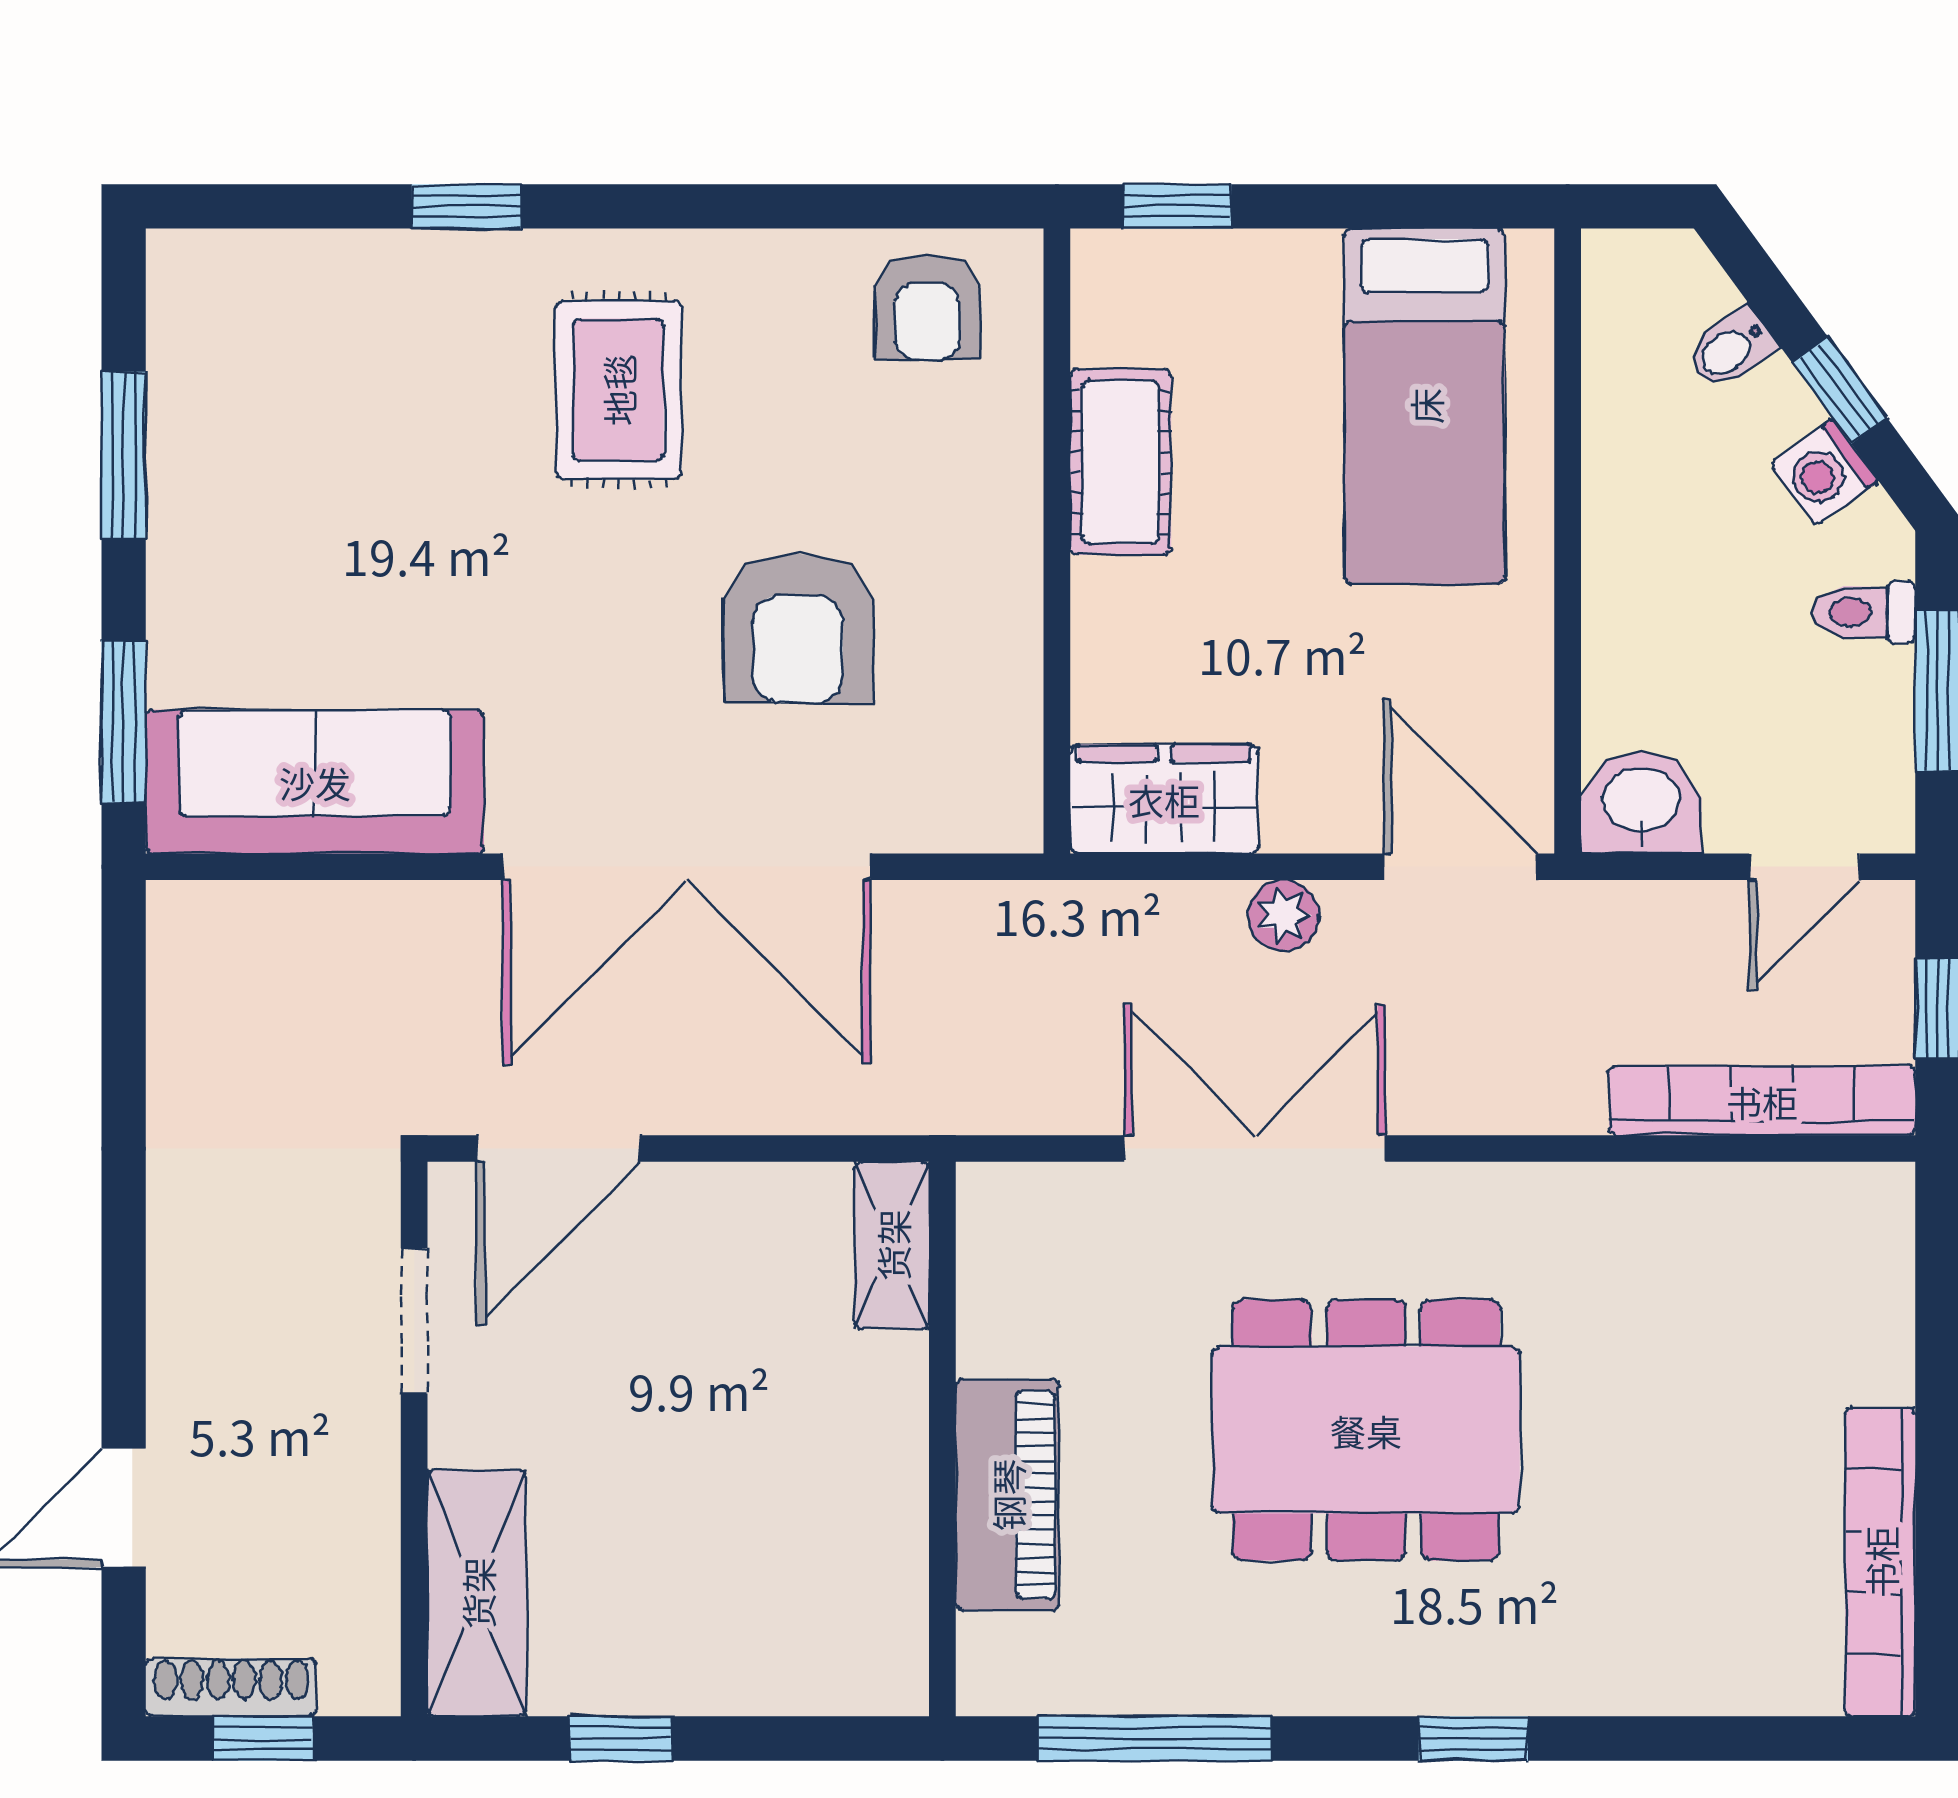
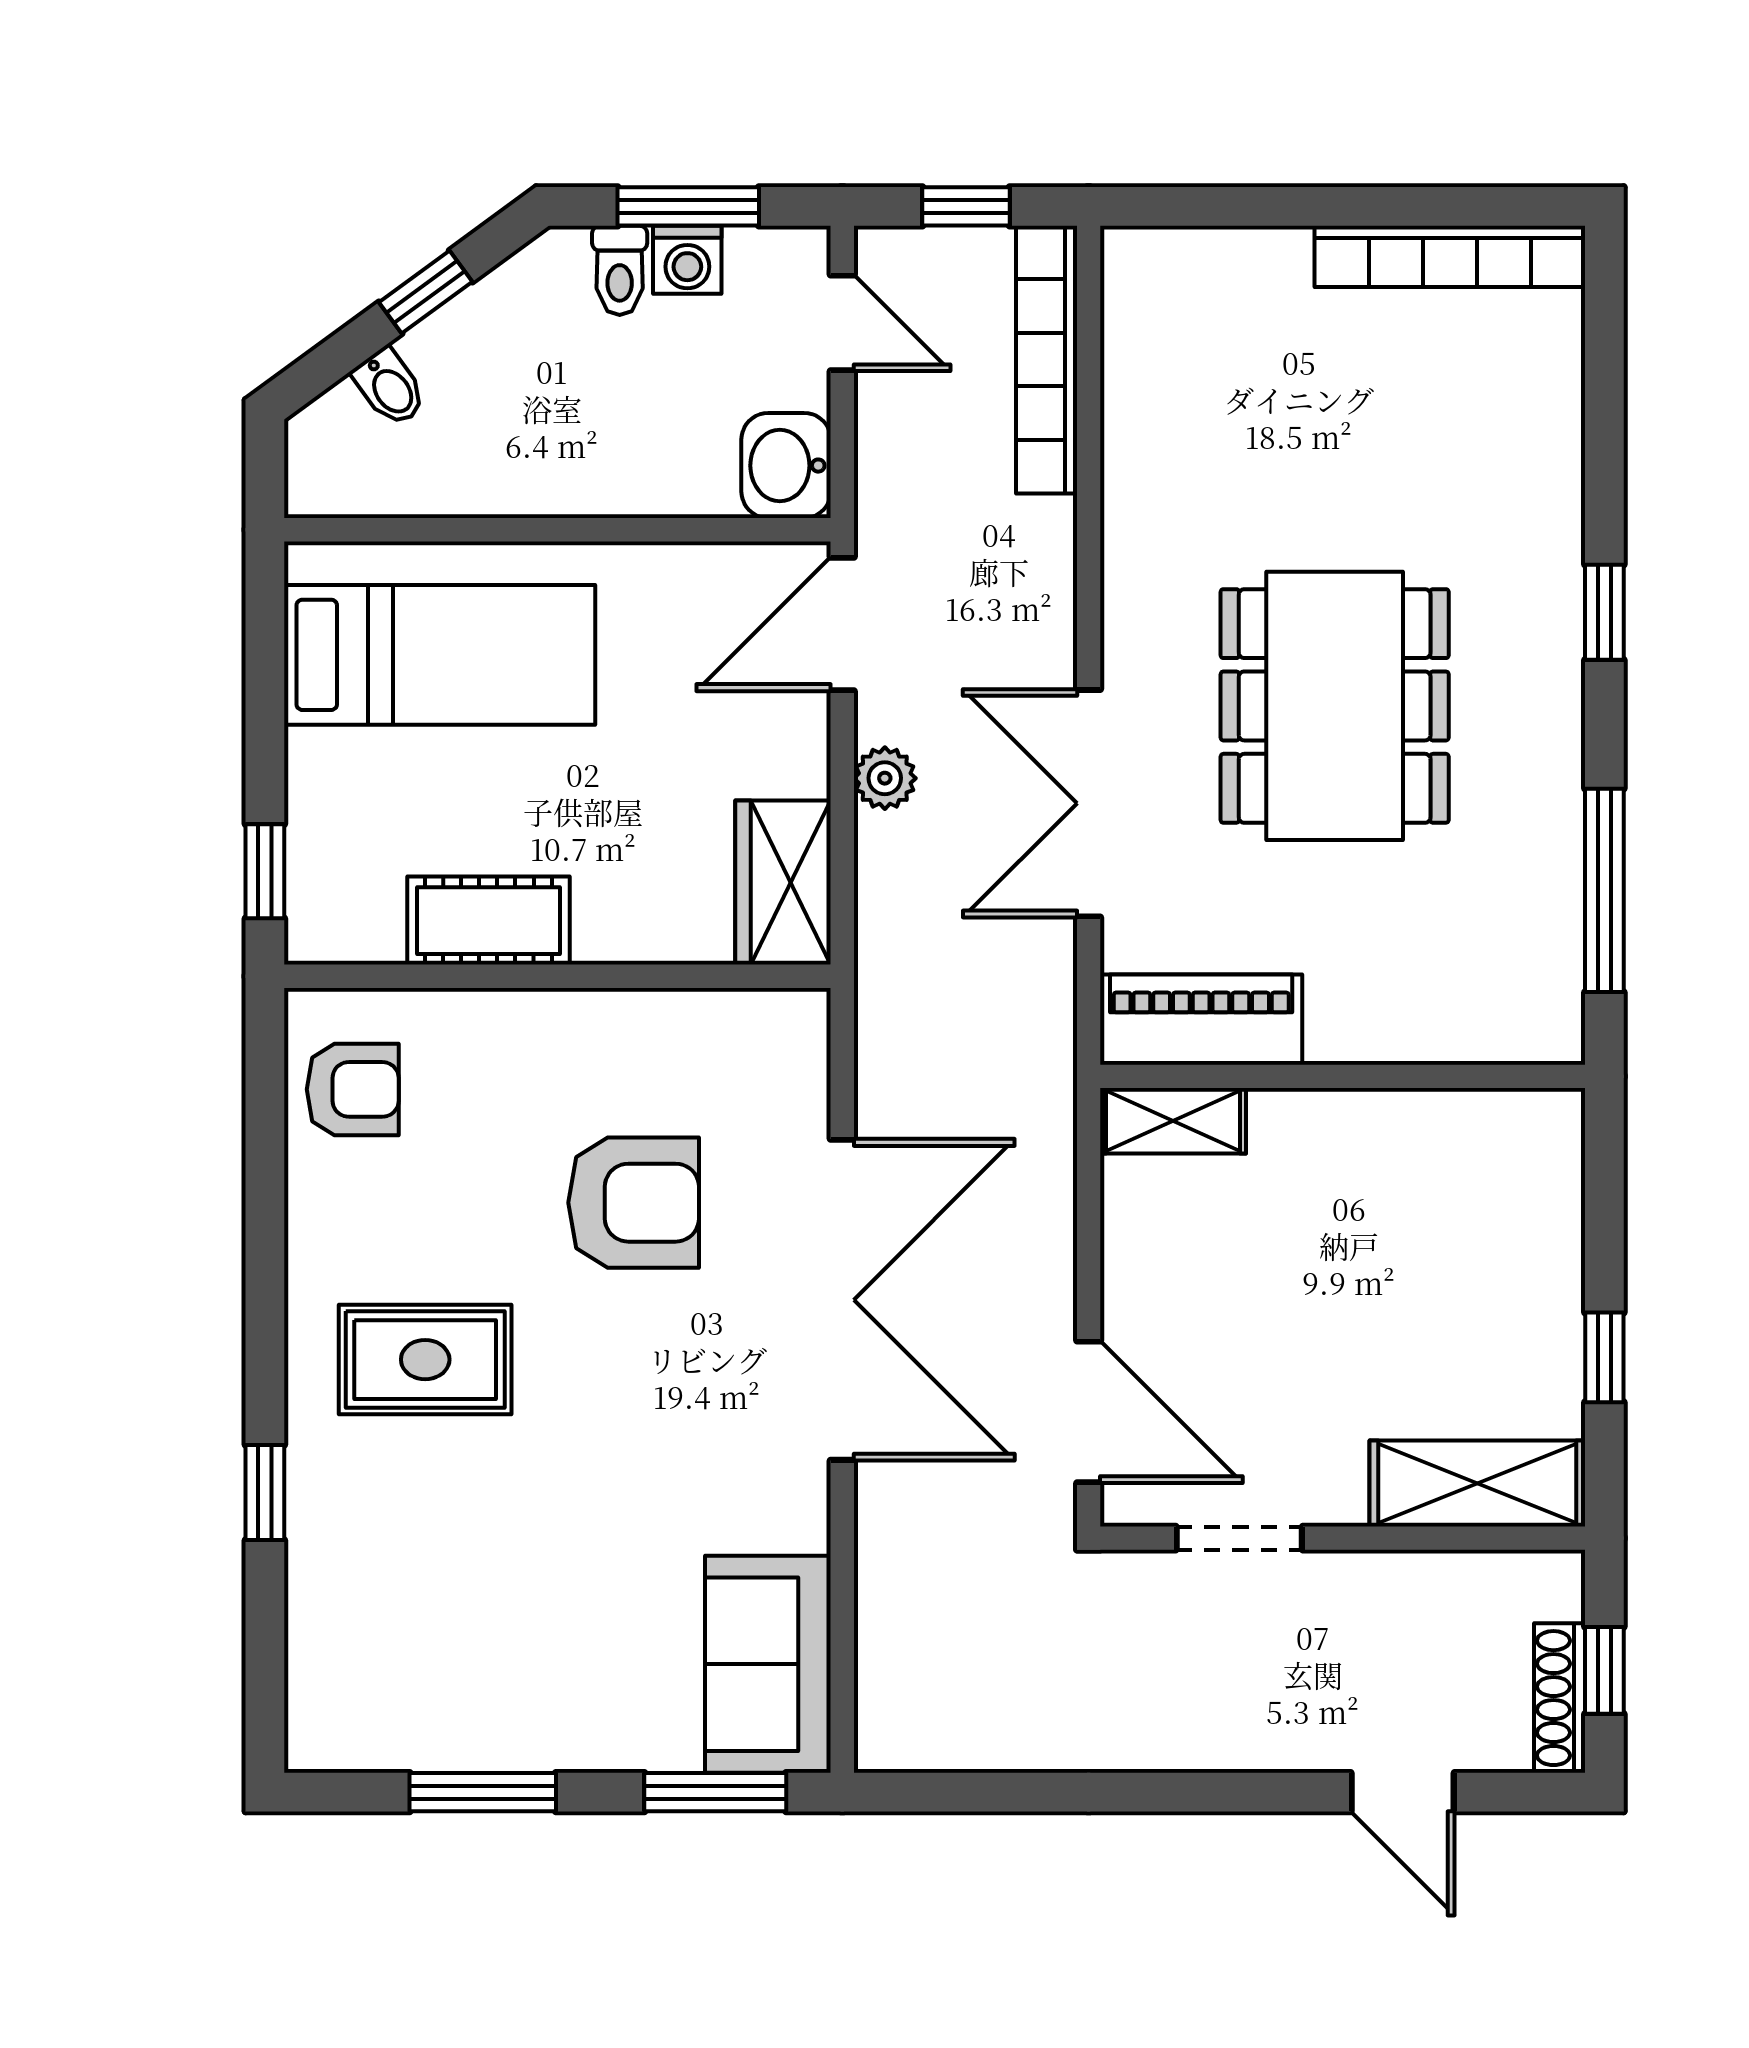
washing machine: (1824, 473) -> (687, 260), moved, turned 36
sofa: (315, 782) -> (768, 1664), width x0.73
piano: (1007, 1495) -> (1201, 1020), moved

